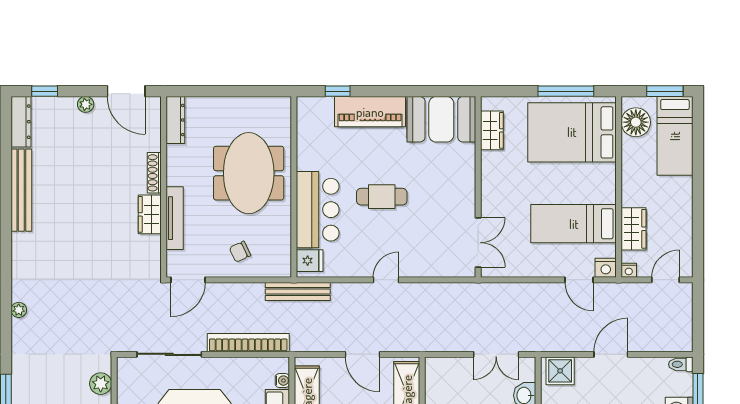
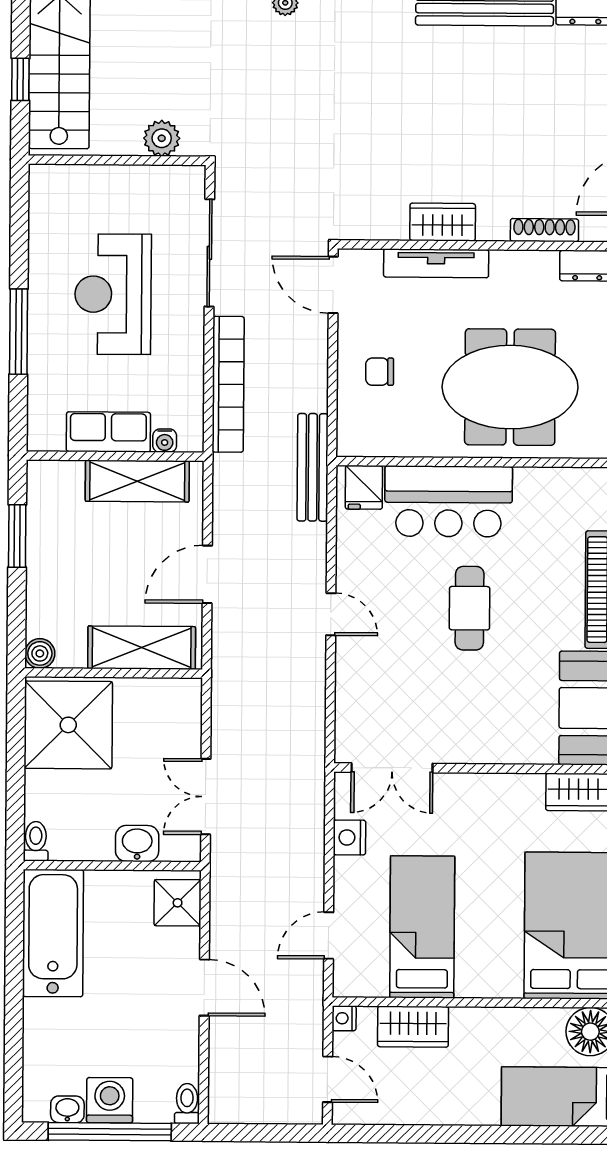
shoe rack: (154, 173) -> (544, 230), moved
chair: (240, 252) -> (380, 372), turned -65
nightstand: (606, 268) -> (349, 837), moved

